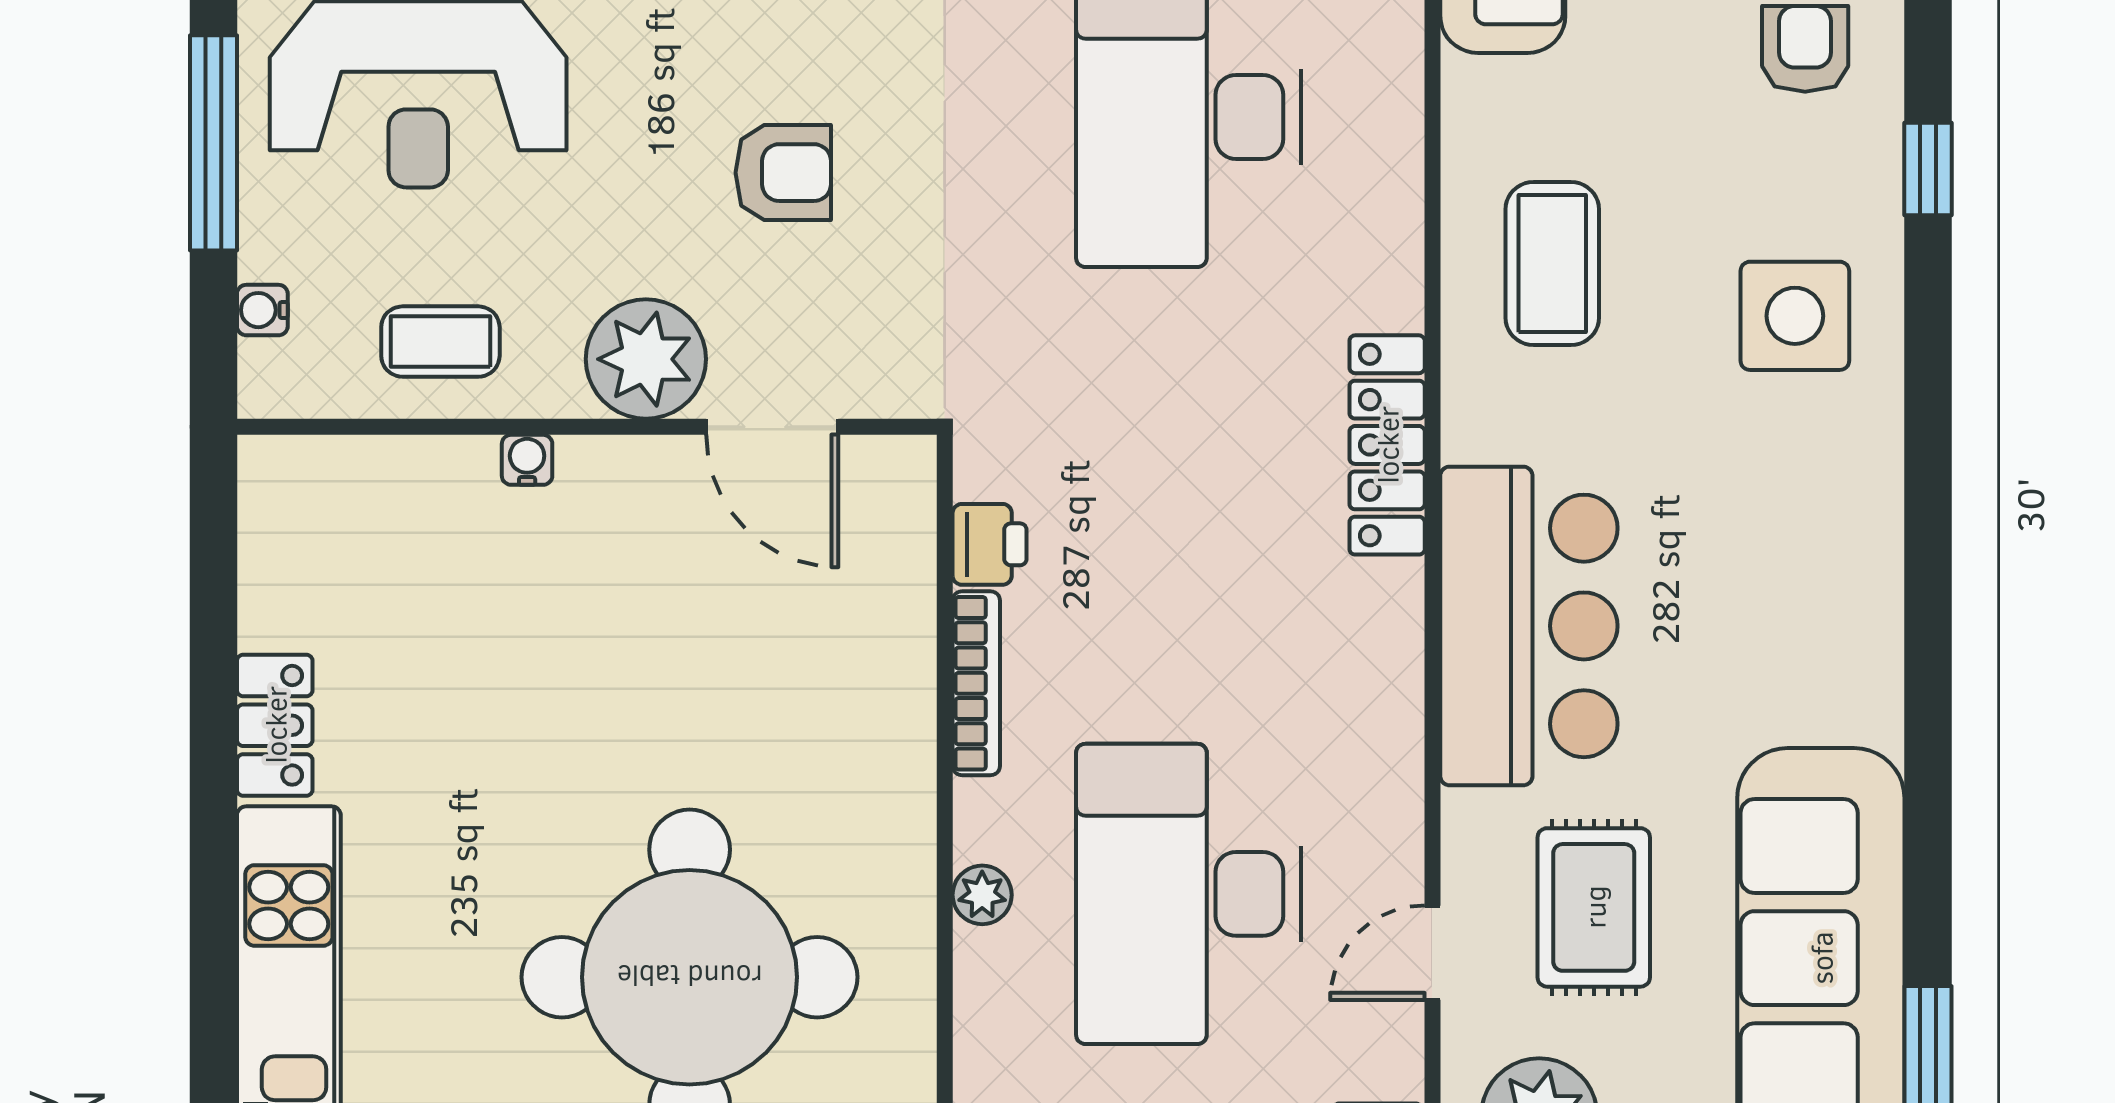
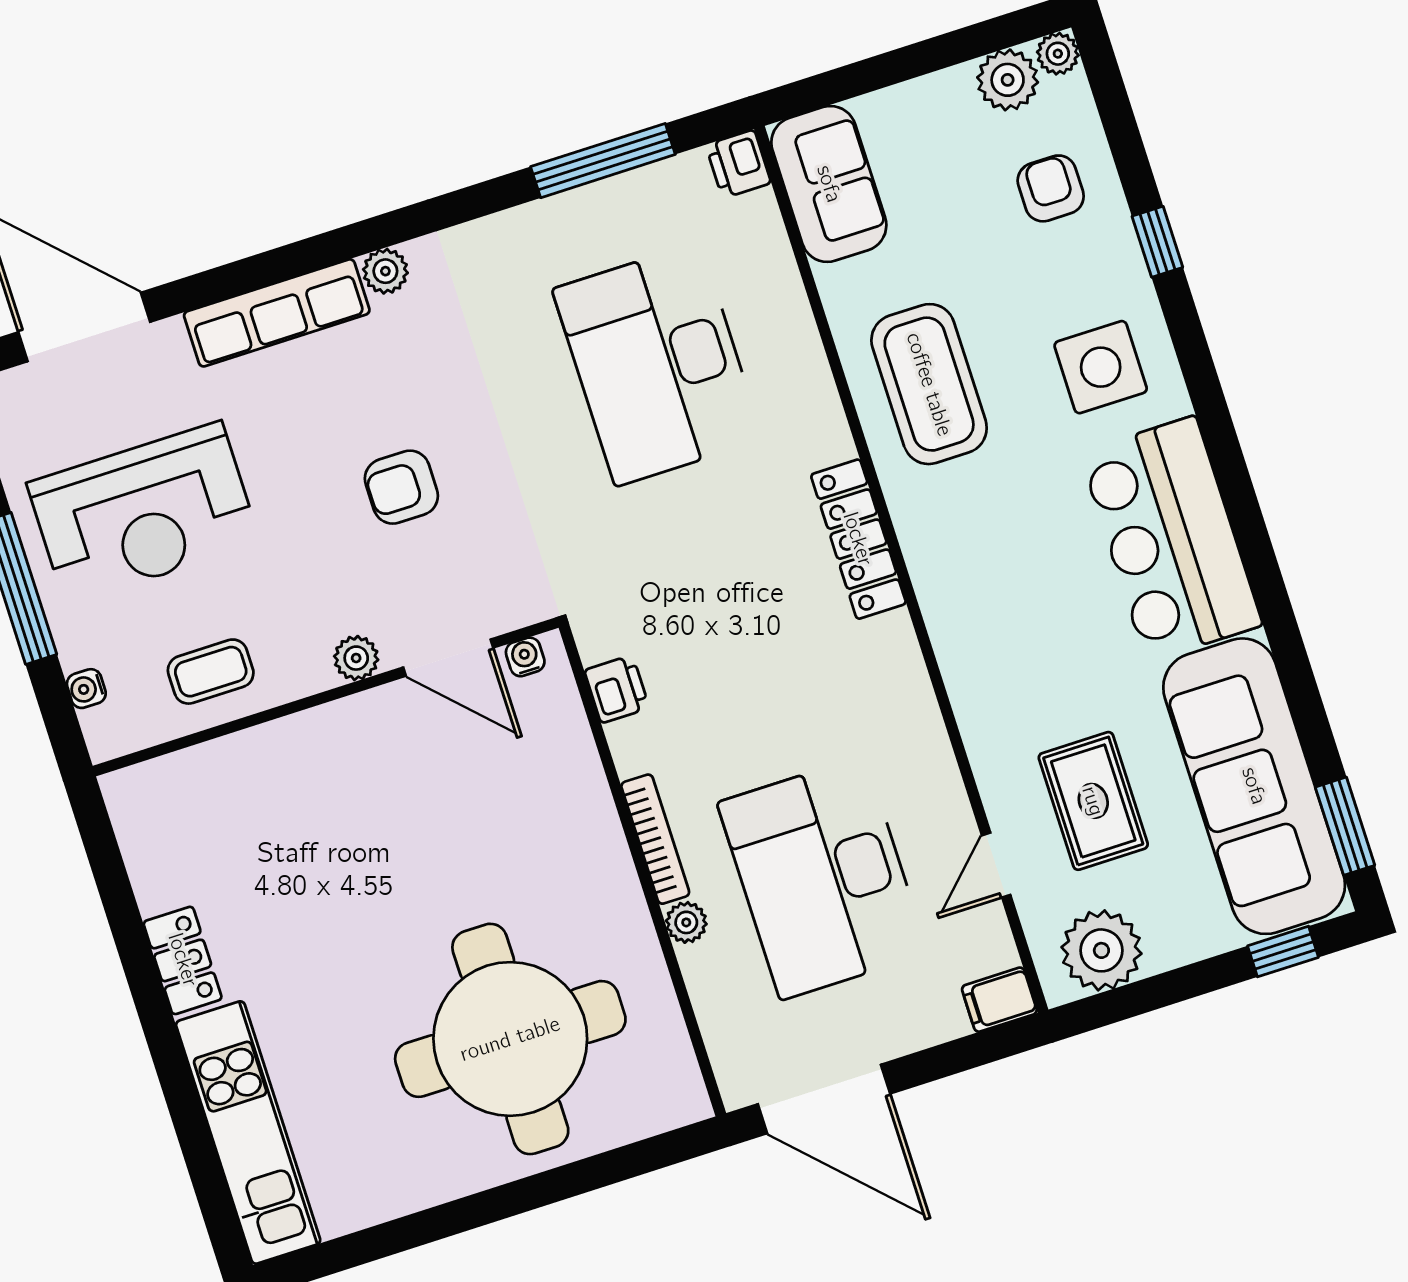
armchair: (783, 173) -> (401, 487), turned 180
coffee table: (1552, 263) -> (929, 384), width x1.36, depth x1.32
plant: (646, 359) -> (356, 658), width x0.53, depth x0.53
water cooler: (527, 460) -> (525, 657), moved
bar counter: (1529, 626) -> (1171, 539), moved, turned 180
bookcase: (976, 683) -> (655, 839), moved

